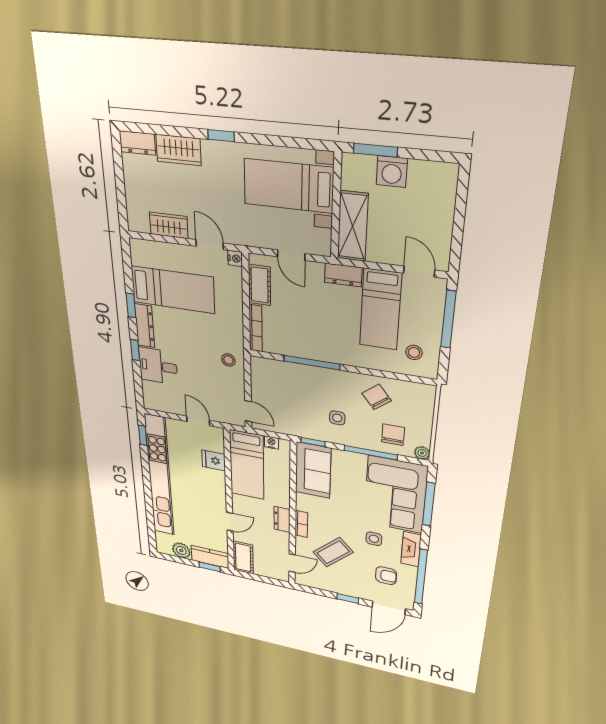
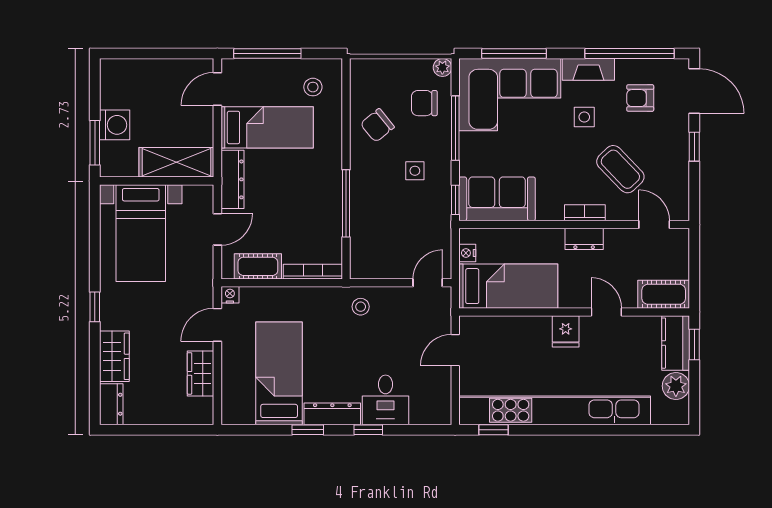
dresser: (343, 275) -> (232, 179), width x1.44
fridge: (214, 460) -> (566, 331), moved
armchair: (386, 576) -> (640, 98), turned -90

